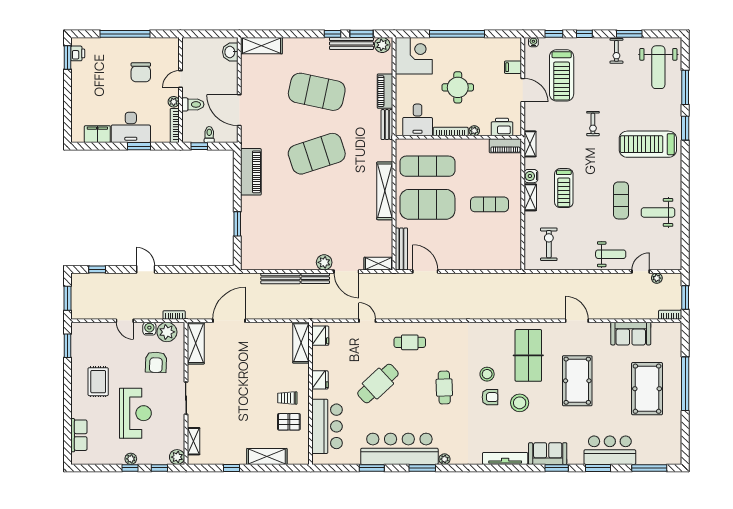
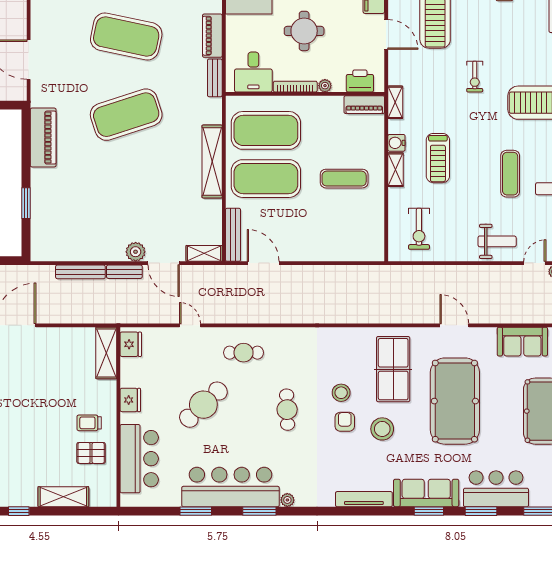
exercise mat: (427, 166) -> (266, 130), width x1.47
exercise bike: (549, 244) -> (419, 229), turned 180
pool table: (577, 381) -> (455, 401), width x1.36, depth x1.32
armchair: (490, 397) -> (345, 422), turned -90
sofa: (548, 454) -> (426, 493), width x1.36

